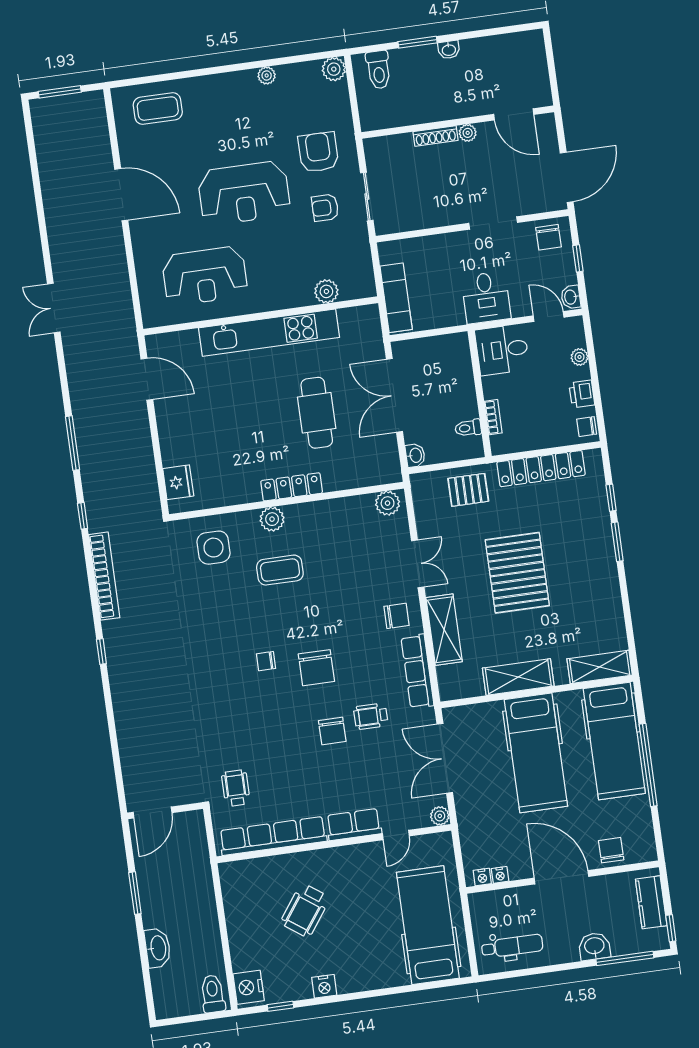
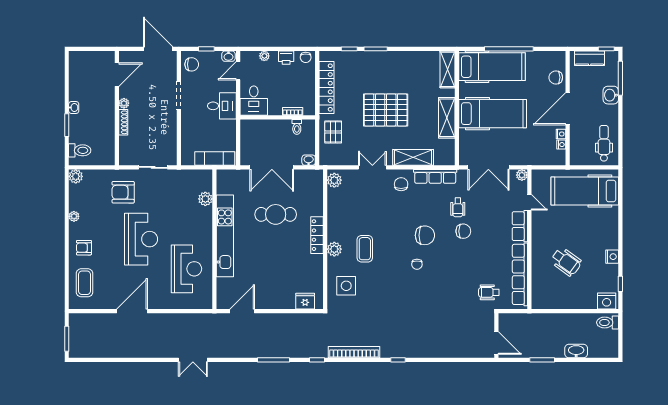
armchair: (325, 208) -> (84, 248), moved, turned 90
nightstand: (482, 877) -> (561, 134), moved

